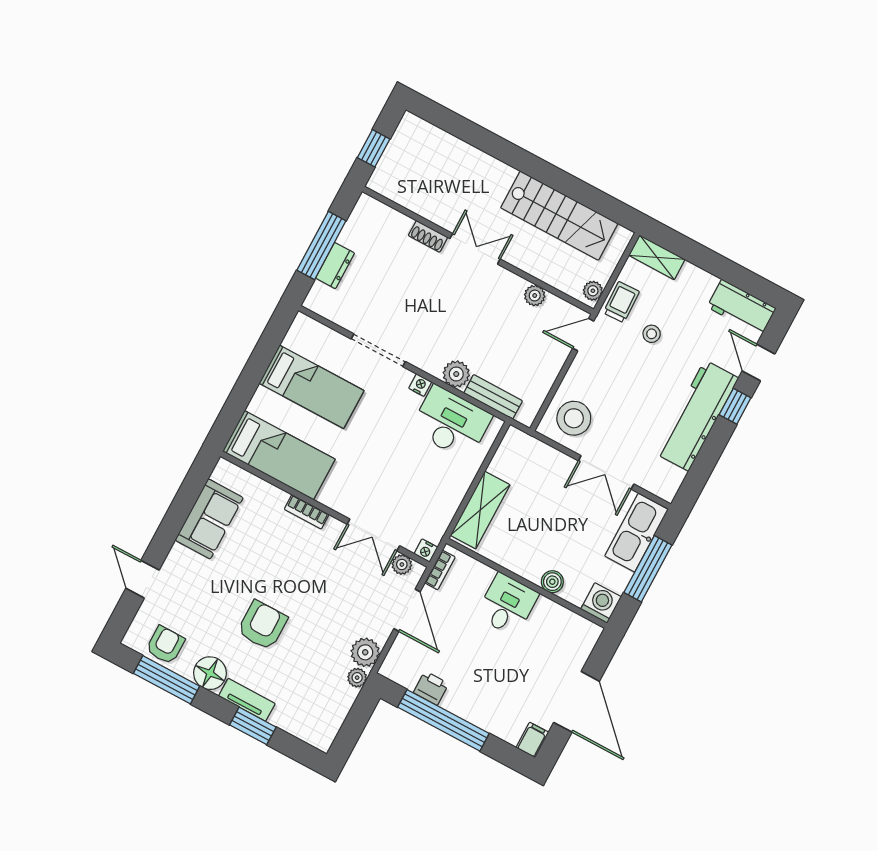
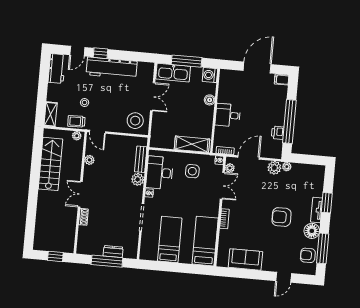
side table: (427, 488) -> (192, 171), added

